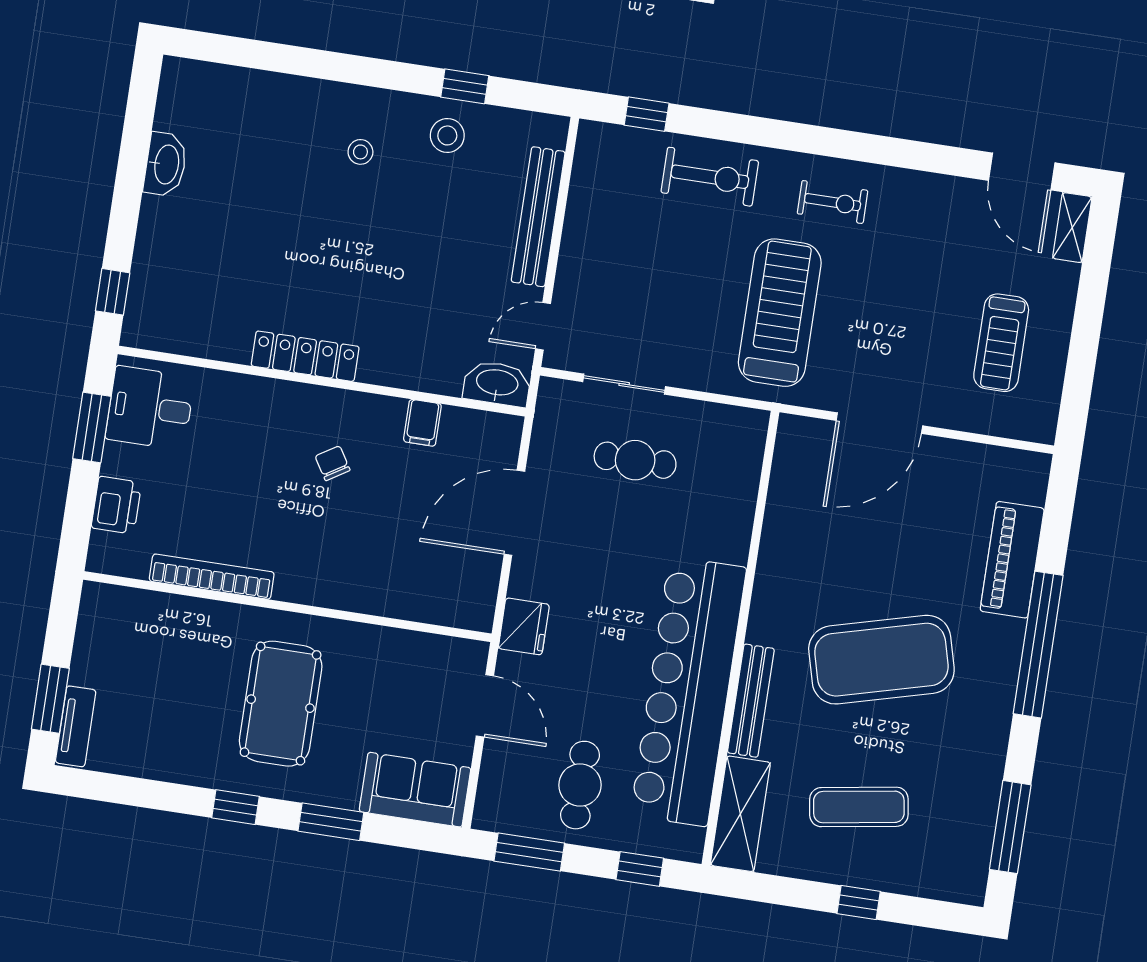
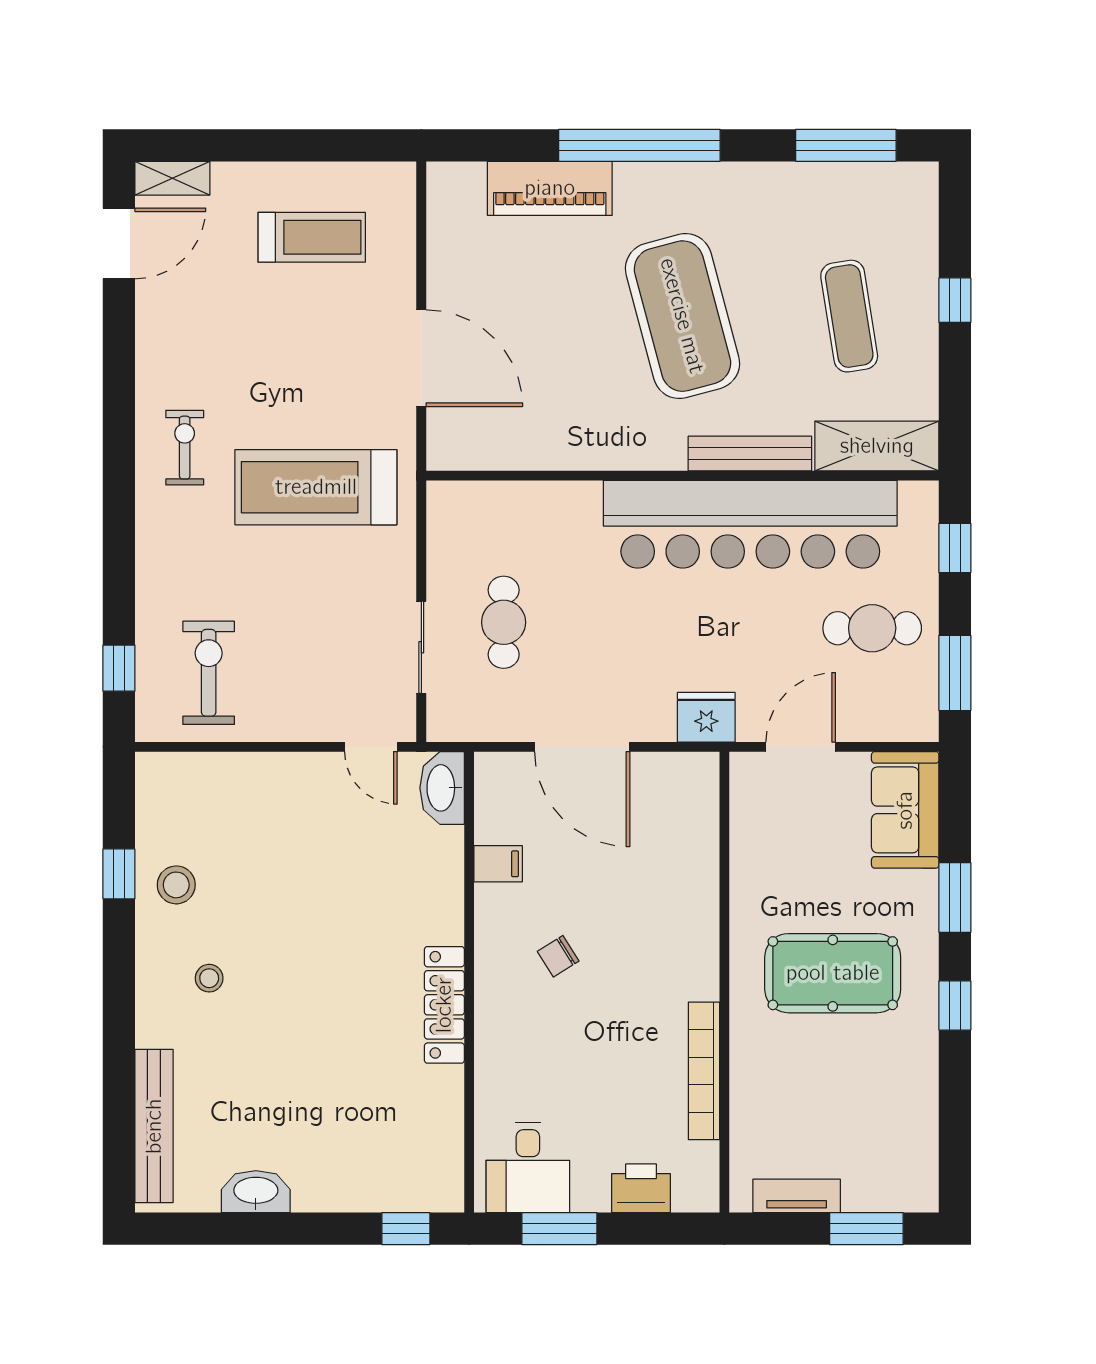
exercise bike: (710, 177) -> (209, 673), moved
bench: (538, 217) -> (154, 1126), moved, turned 90
tv unit: (76, 726) -> (797, 1196), moved

